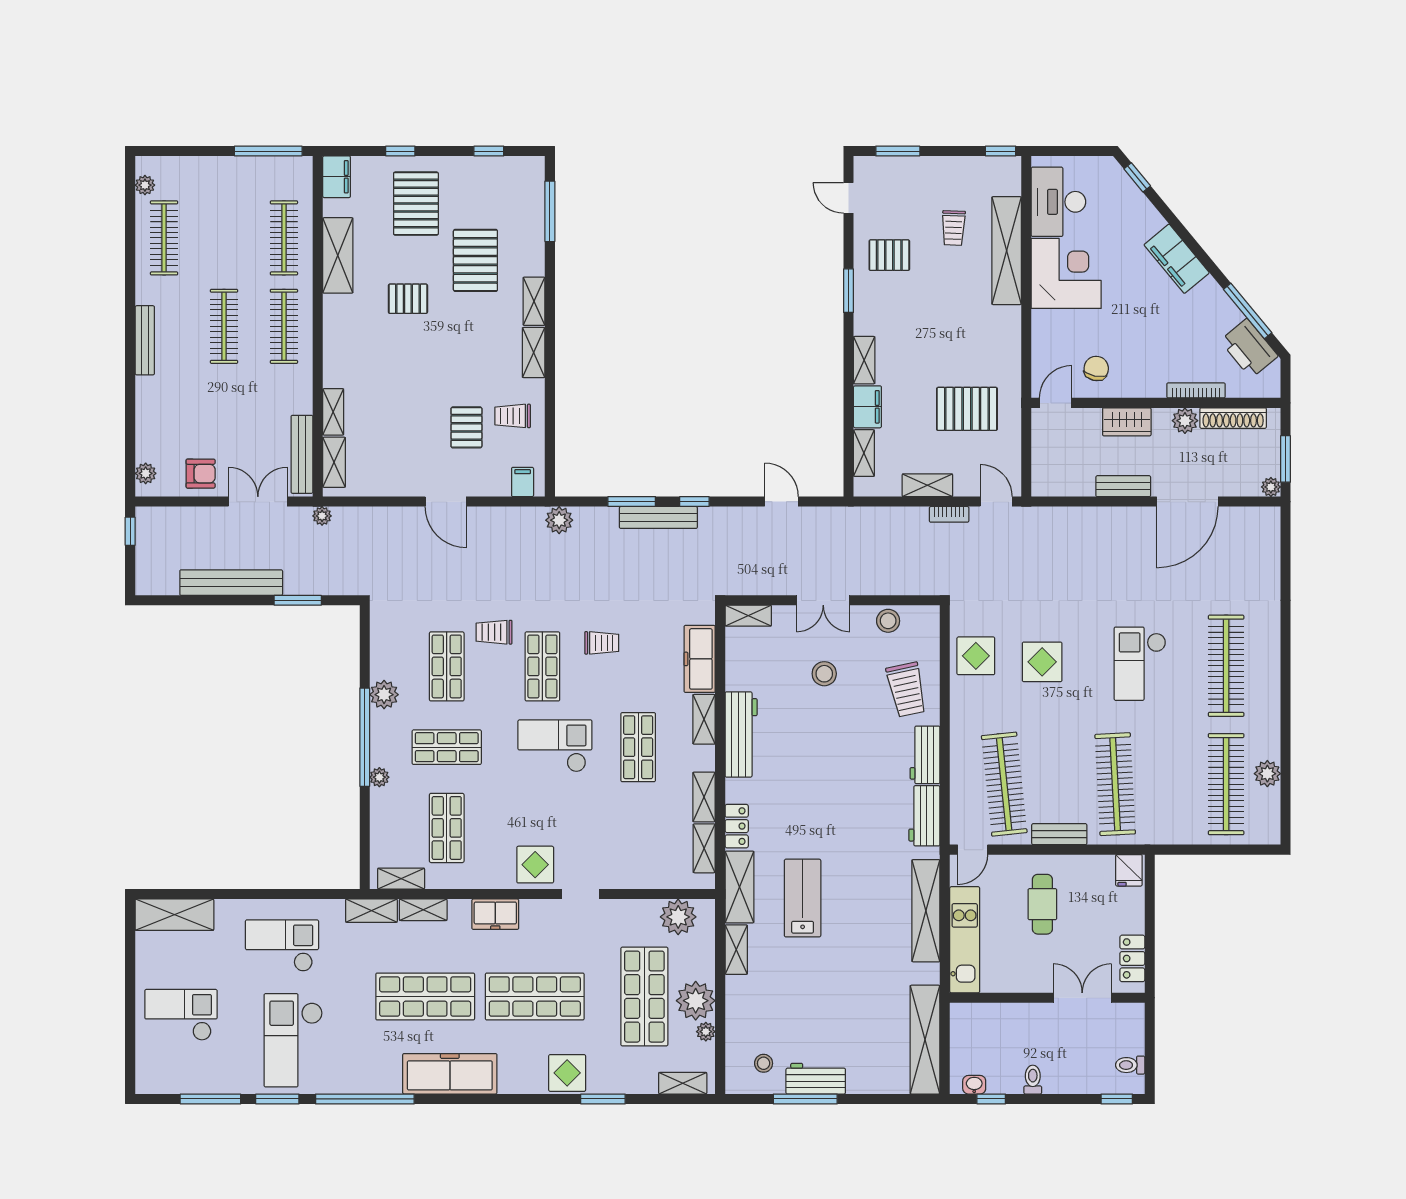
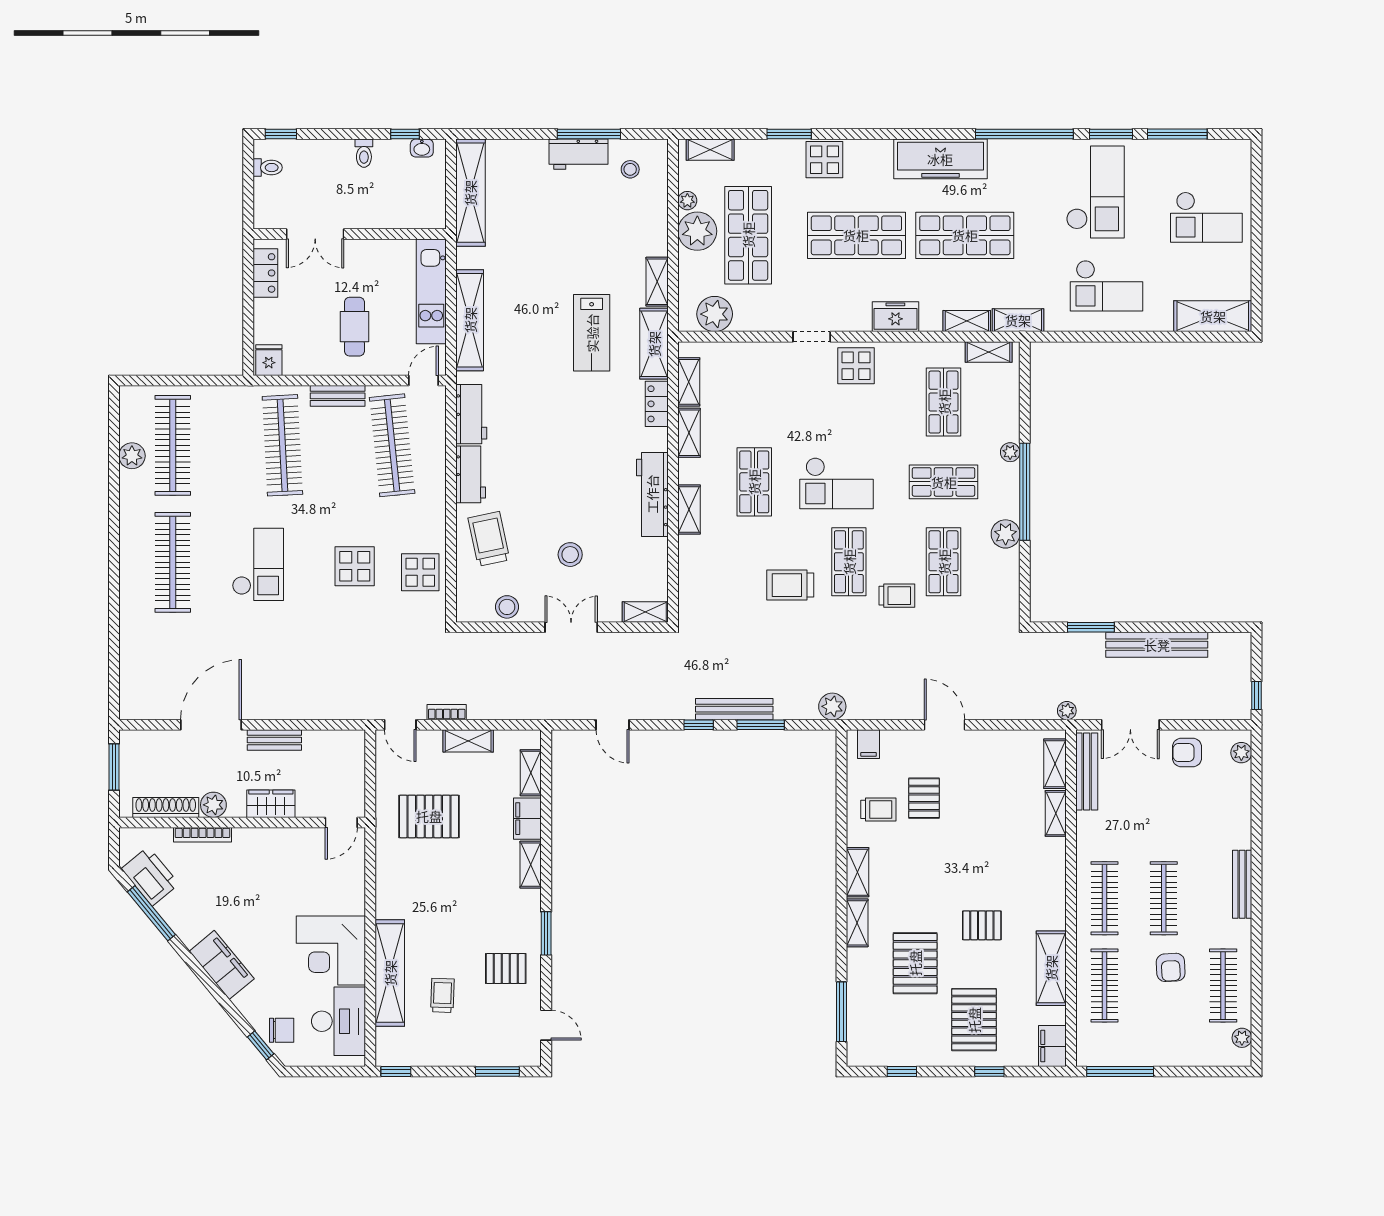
armchair: (217, 256) -> (1171, 967), added
chair: (1096, 368) -> (282, 1030), moved, turned -102
plant: (1271, 487) -> (128, 739), removed
trolley: (602, 643) -> (790, 585), width x1.36, depth x1.39
freezer: (700, 659) -> (693, 569), removed

